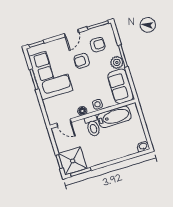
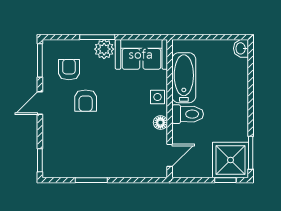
door: (72, 33) -> (40, 103), swing flipped
corner sofa: (51, 73) -> (90, 152), removed

